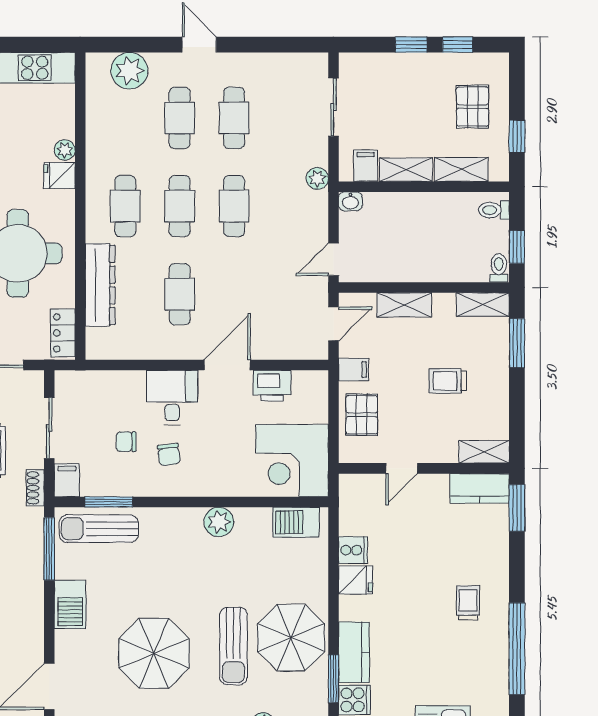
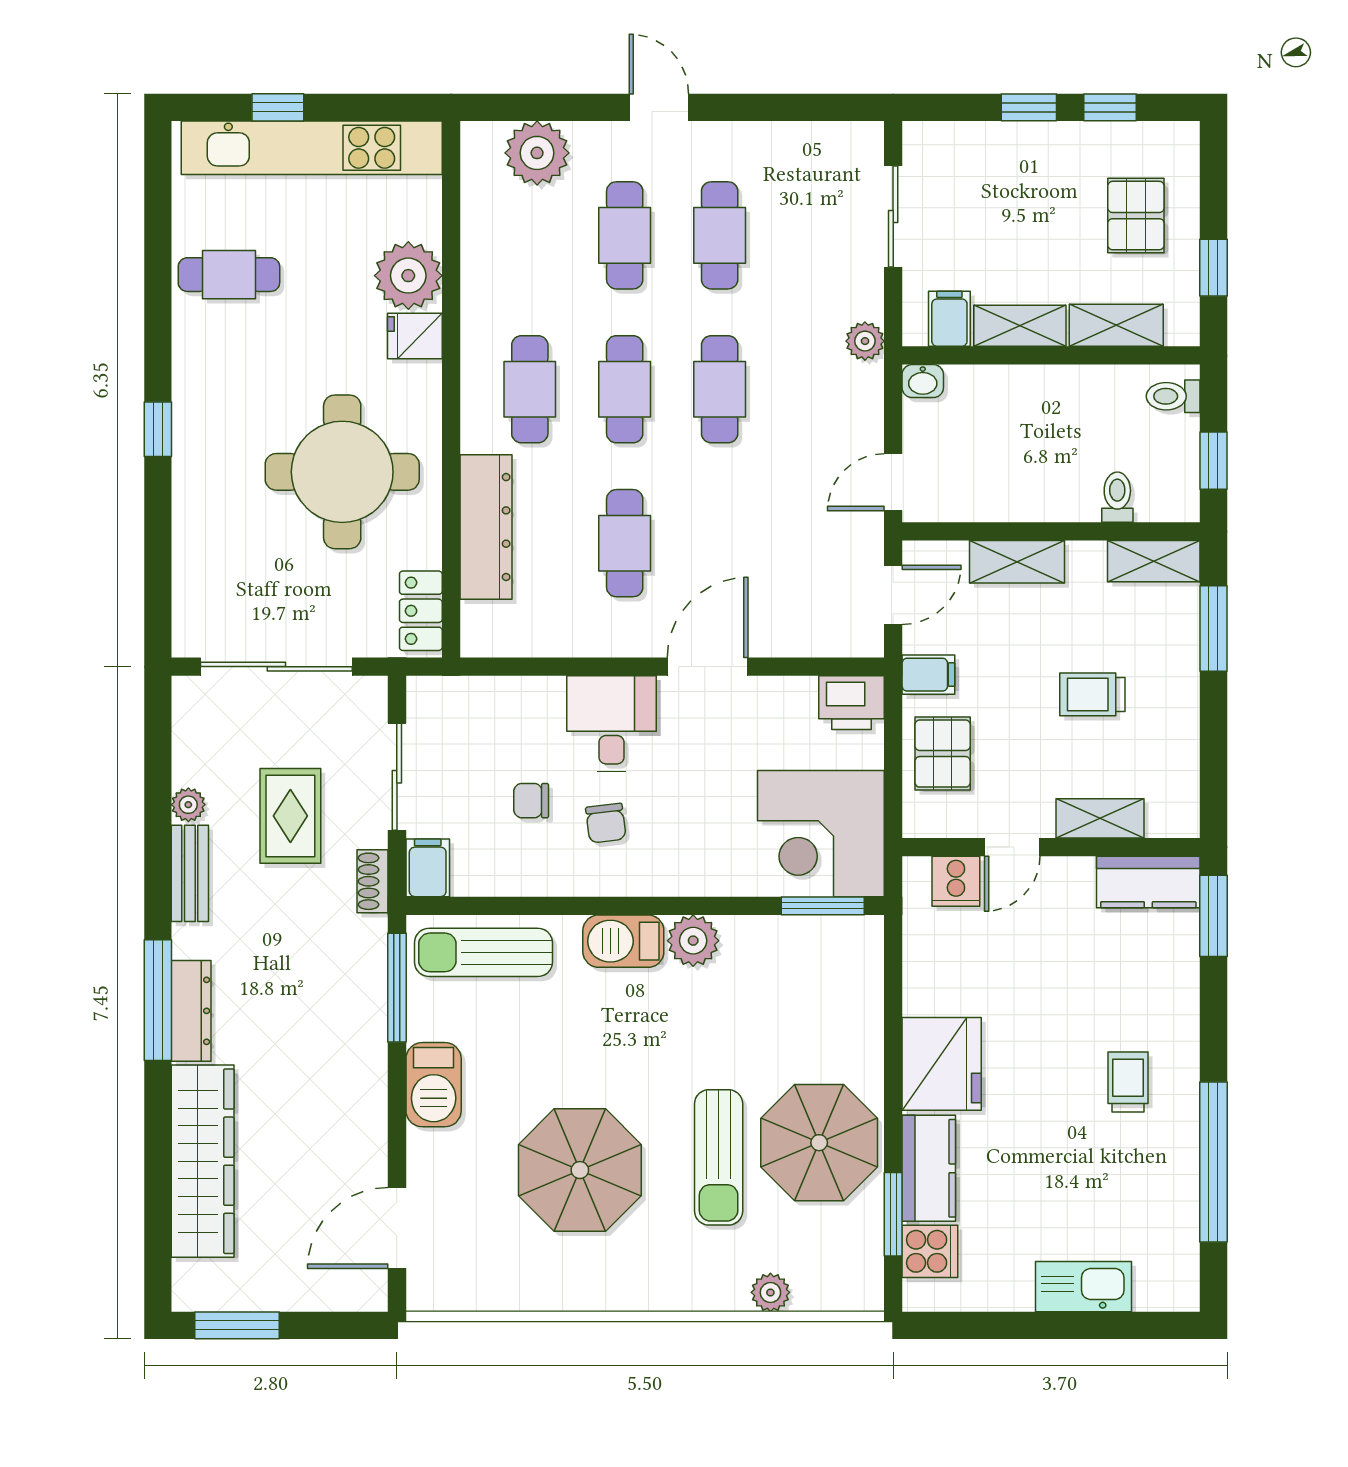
plant: (65, 150) -> (408, 276), width x1.87, depth x1.87
toilet: (499, 268) -> (1117, 497), moved
printer: (272, 386) -> (852, 703), moved
shelving: (484, 452) -> (1100, 818), moved
window: (109, 502) -> (823, 906), moved
barbecue: (296, 522) -> (623, 941), moved
cooker: (353, 550) -> (956, 881), moved, turned 90
fridge: (355, 580) -> (942, 1064), width x1.88, depth x1.34

